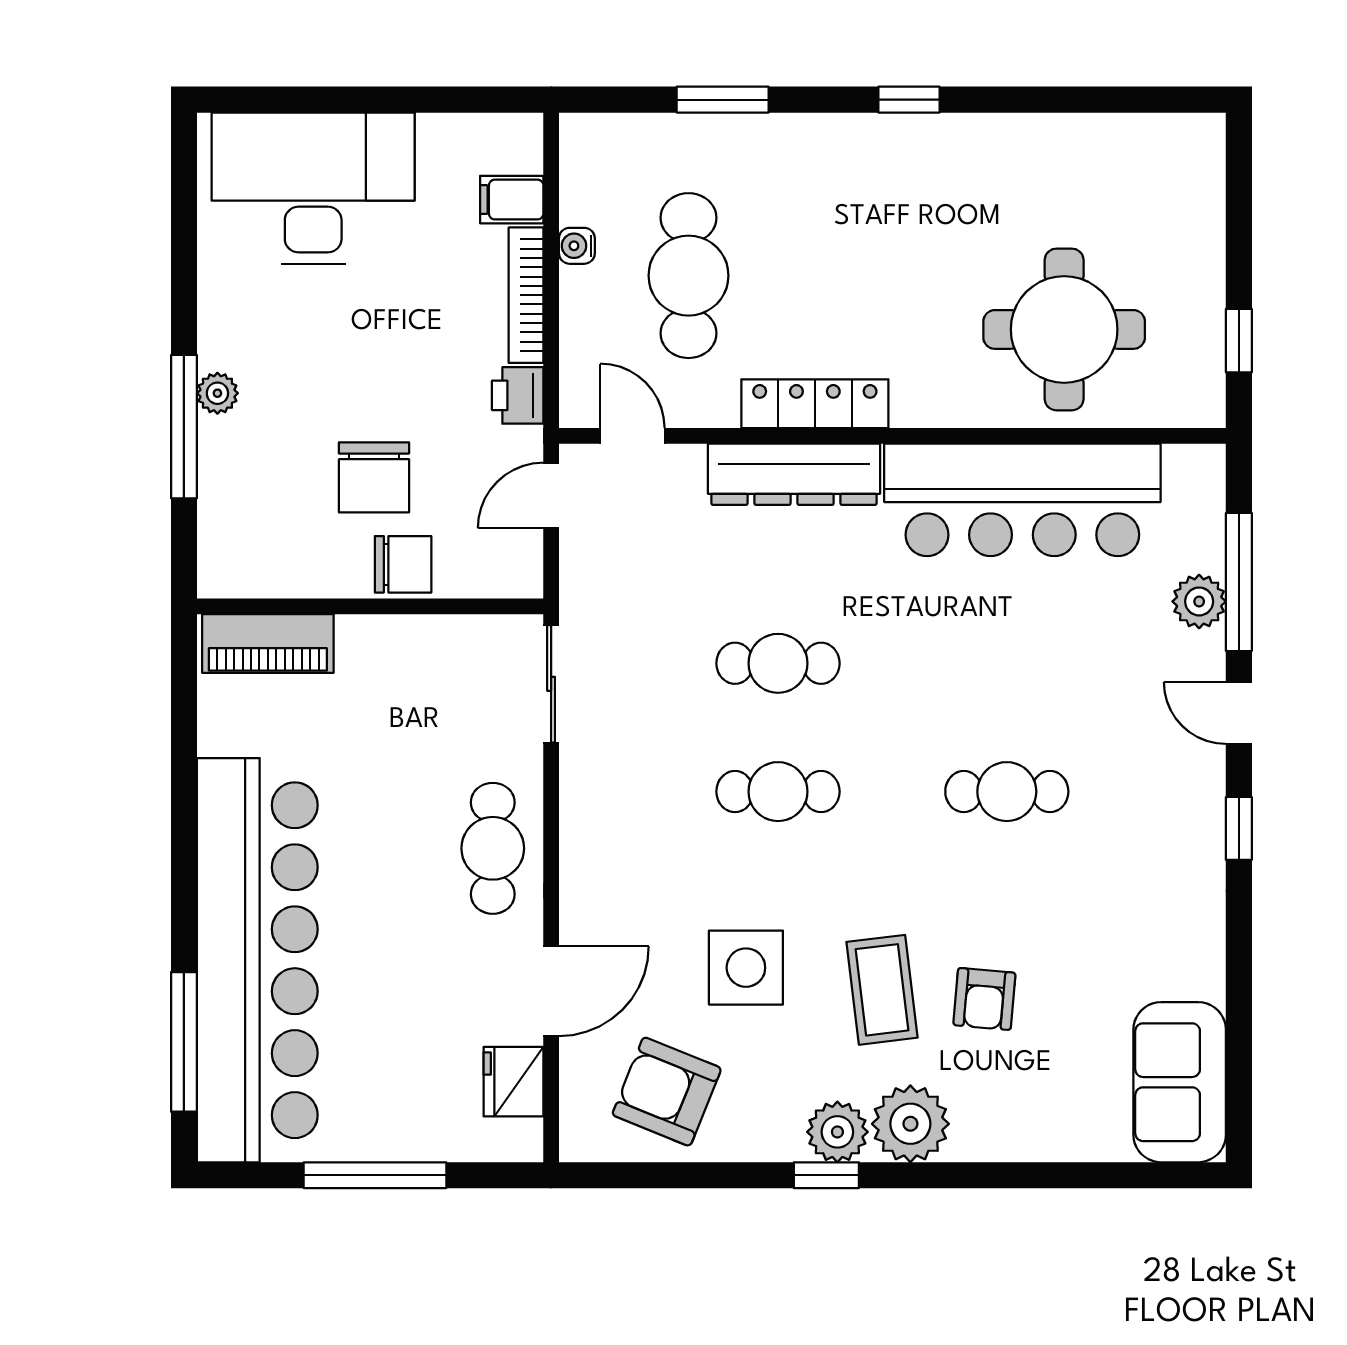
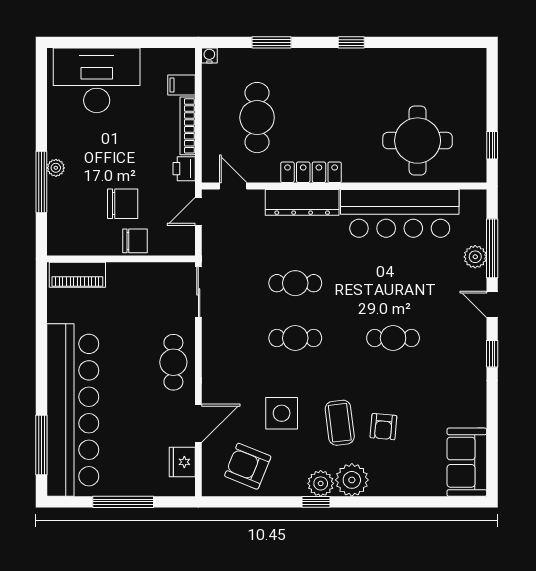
water cooler: (577, 246) -> (209, 56), moved, turned 90
chair: (374, 477) -> (123, 204), turned -90

